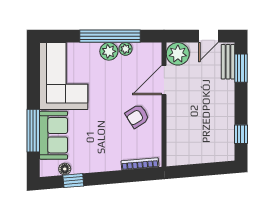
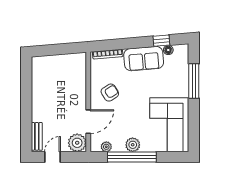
plant: (126, 49) -> (106, 147), moved
window: (241, 68) -> (26, 131), removed
window: (241, 134) -> (26, 78), removed
sofa: (54, 135) -> (144, 59), moved, turned -95

